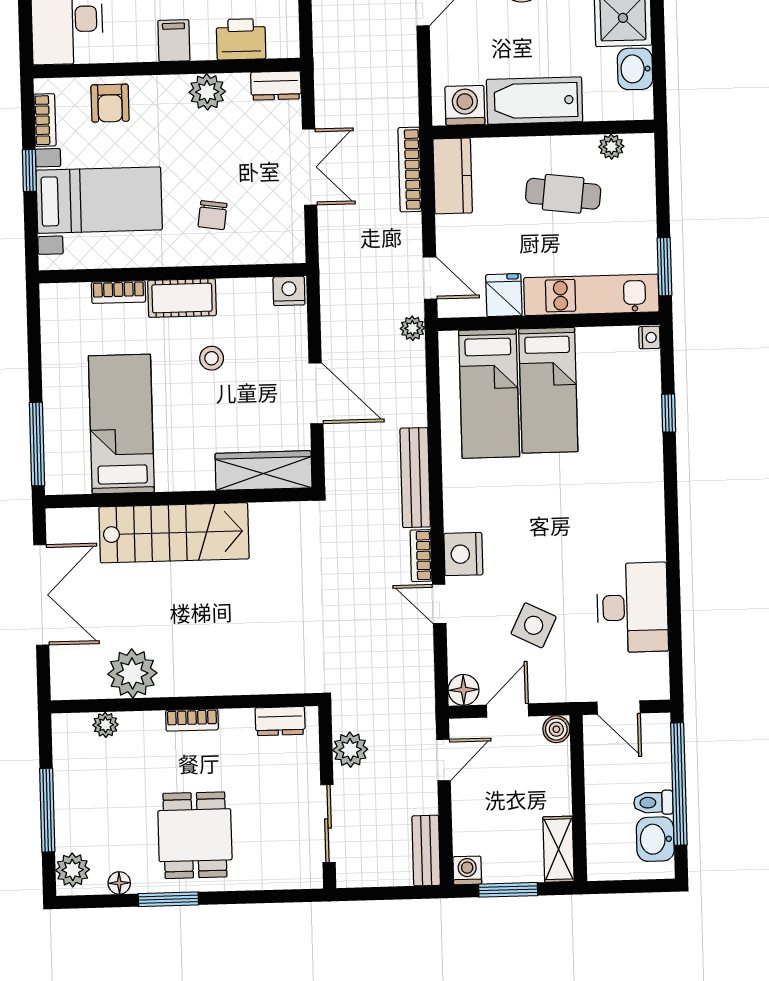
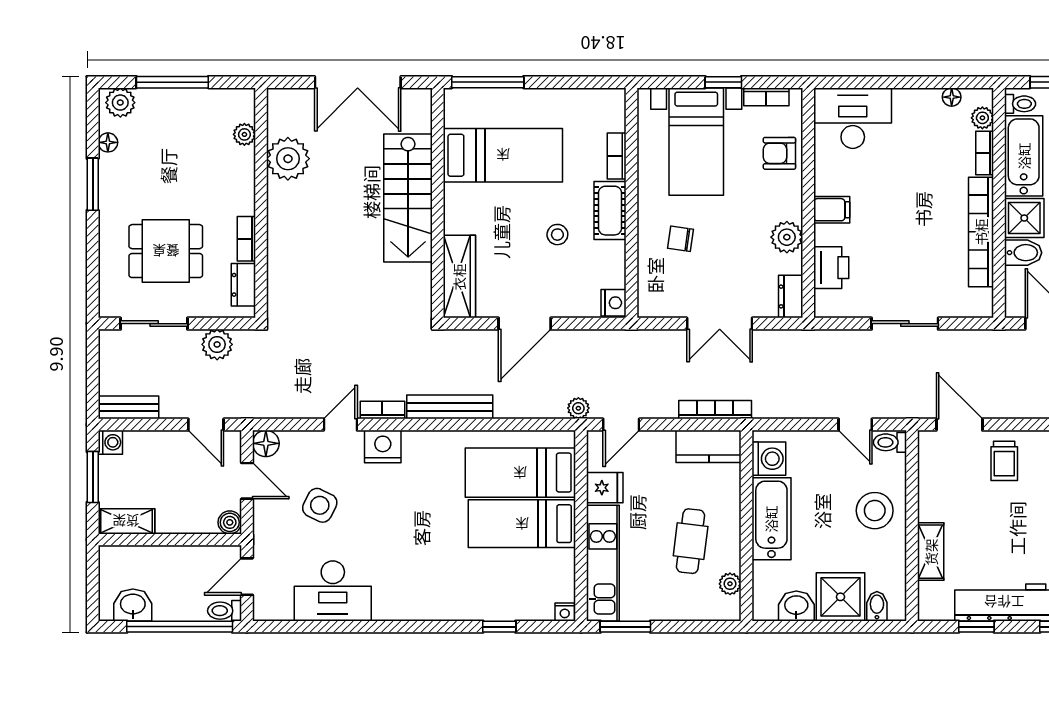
bookcase: (192, 720) -> (246, 239), moved
toilet: (653, 803) -> (225, 611), moved, turned -90
dining table: (195, 835) -> (166, 251), moved

